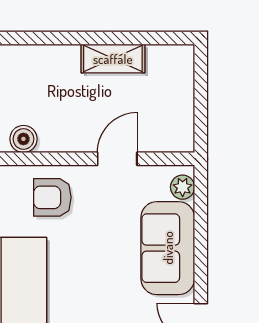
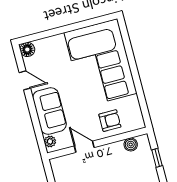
door: (117, 159) -> (84, 147), swing flipped

